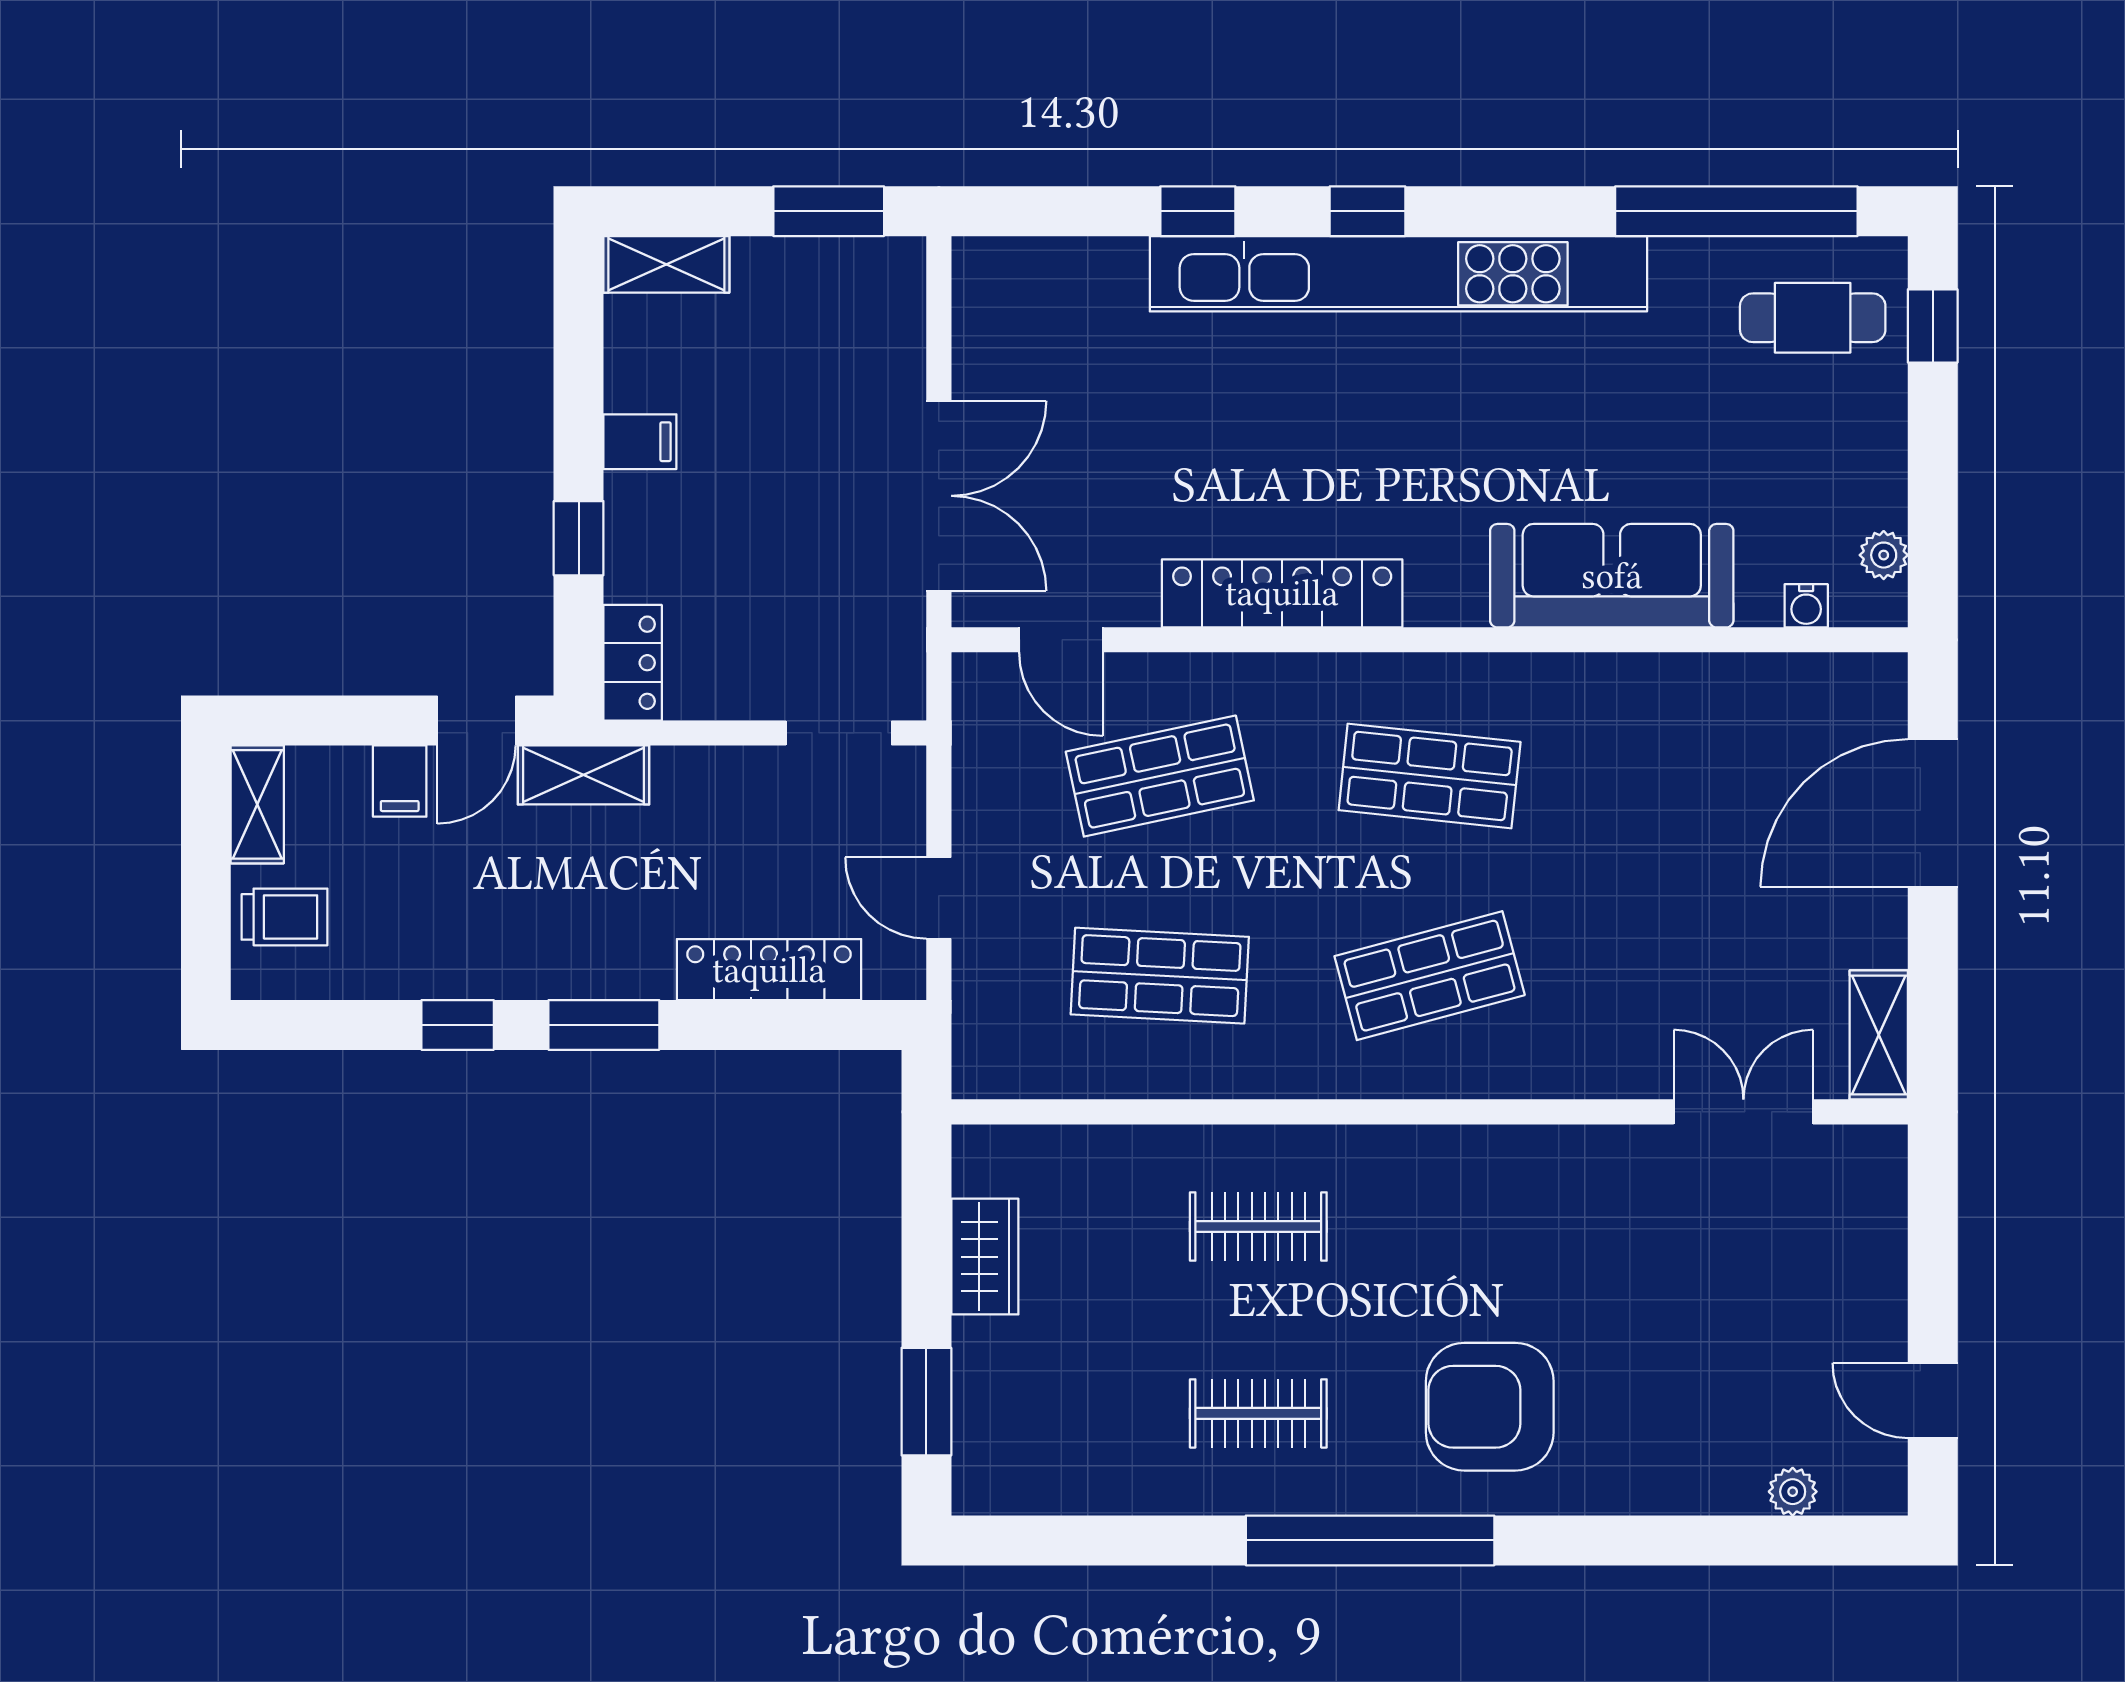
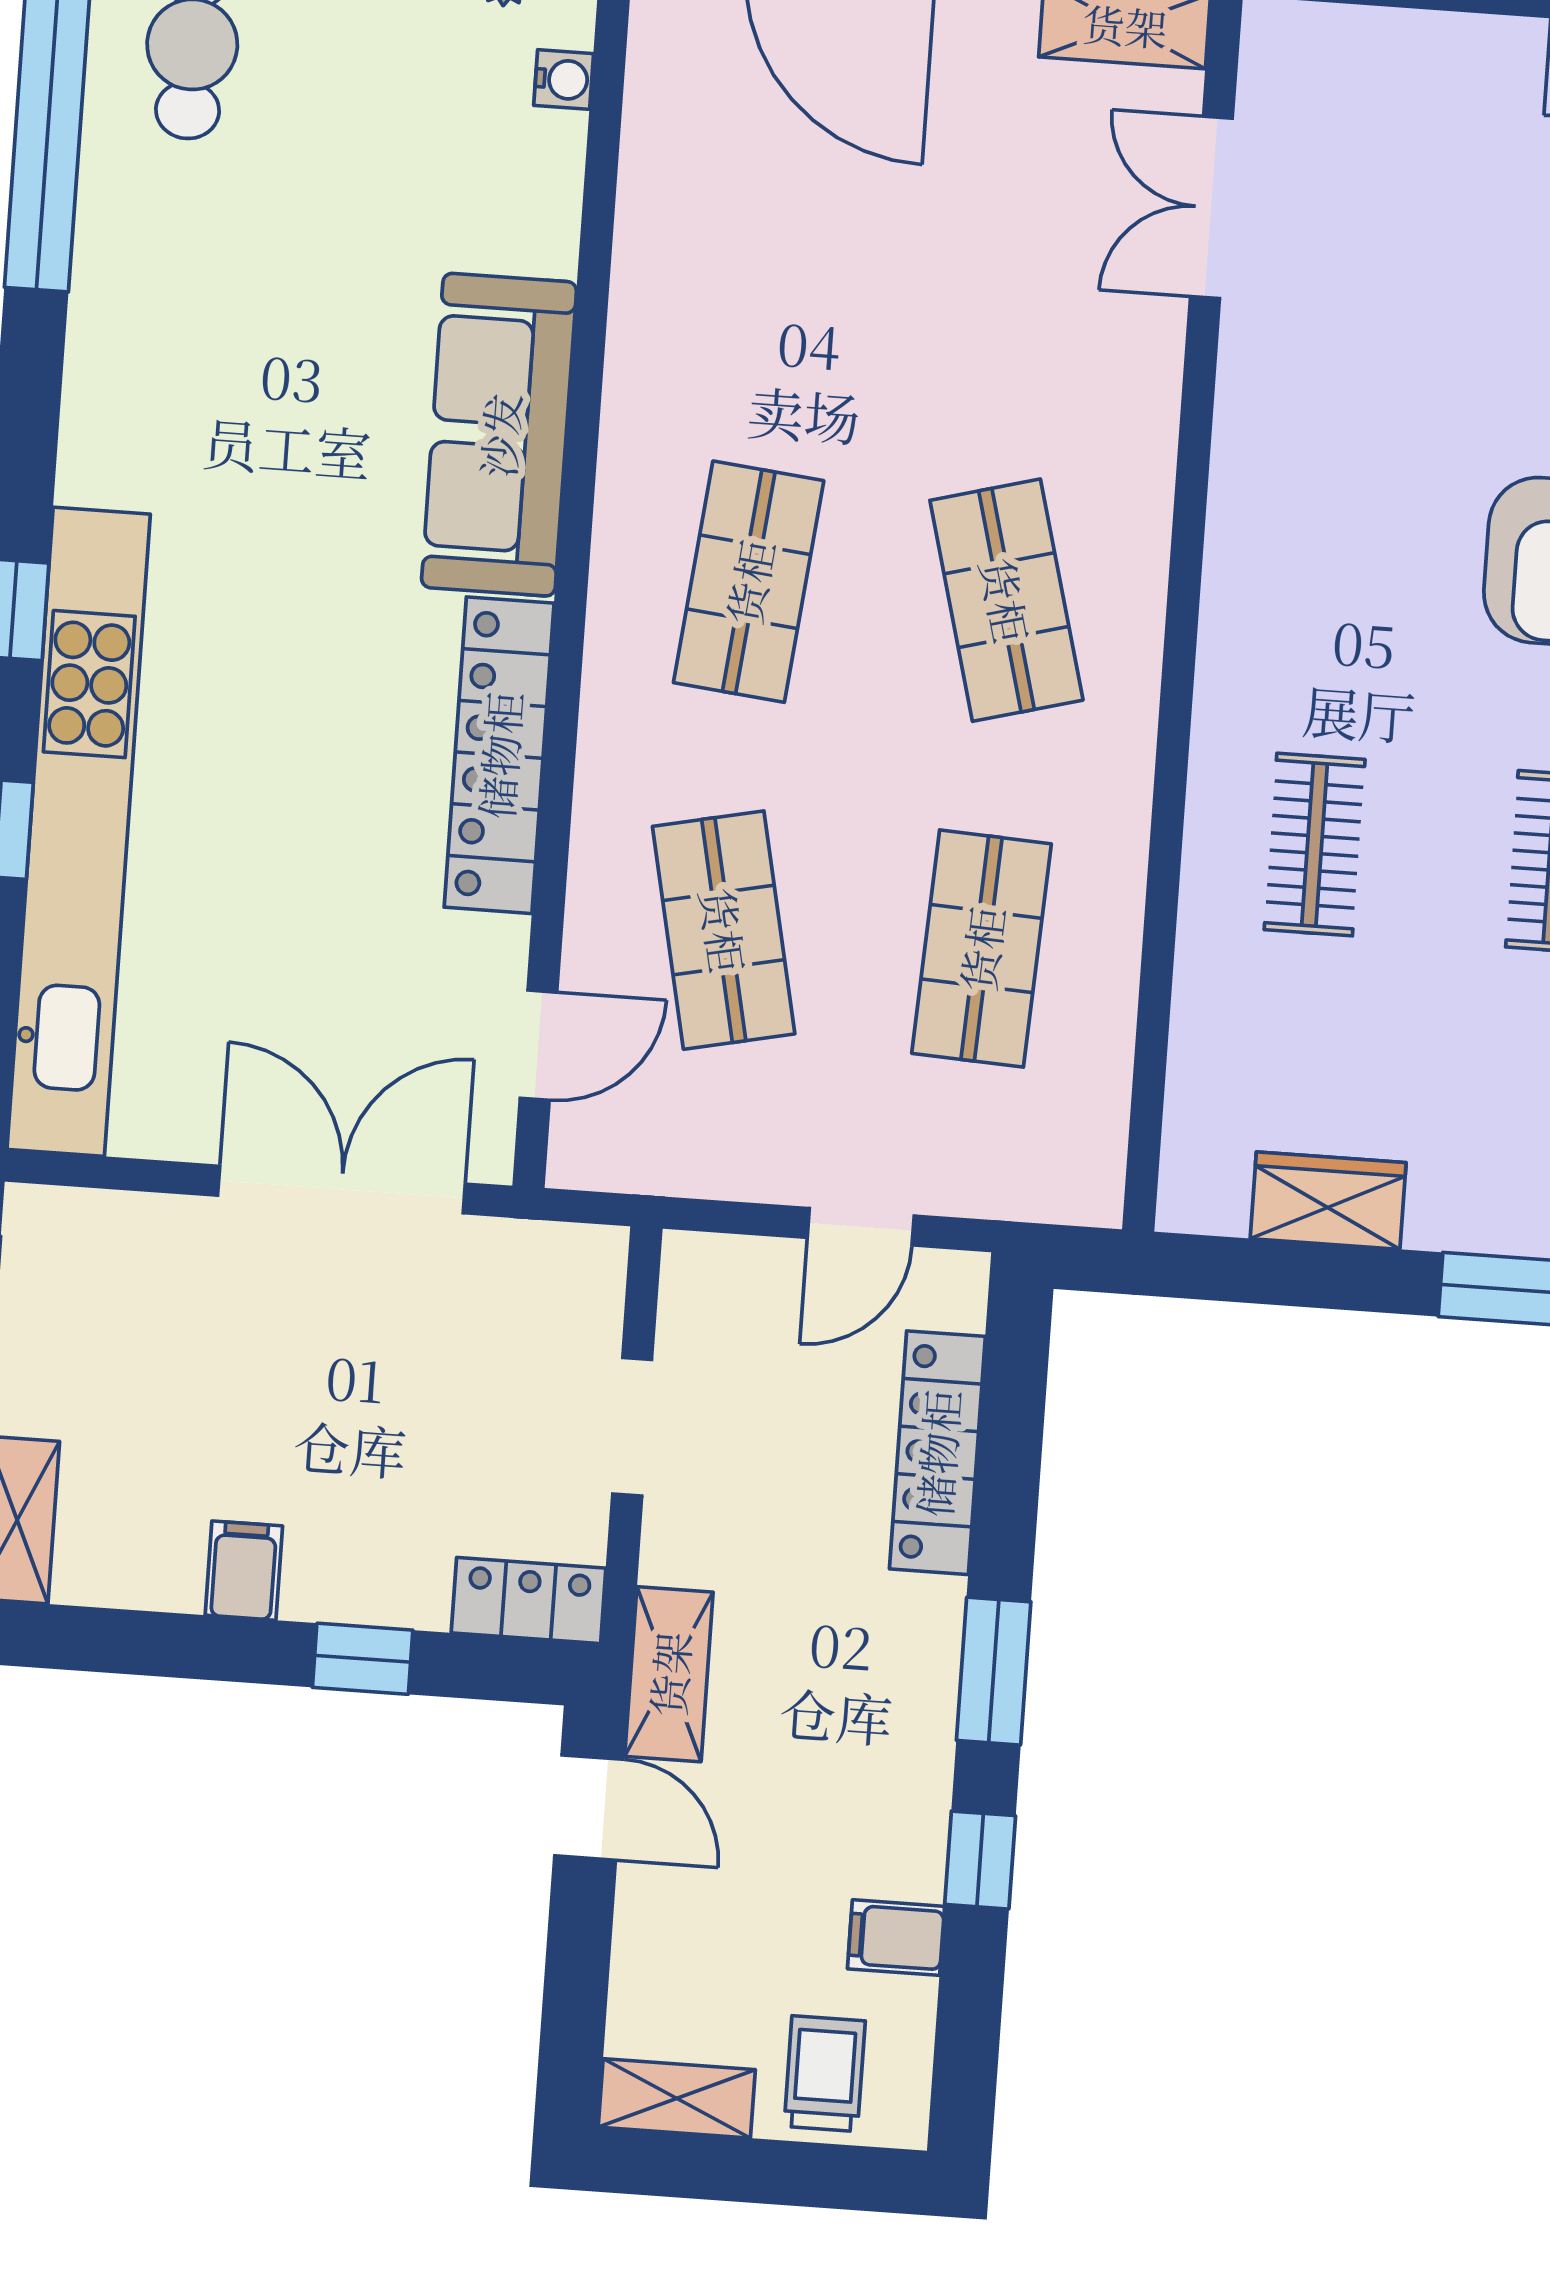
kitchen unit: (1398, 274) -> (79, 832), moved
sofa: (1612, 576) -> (499, 435), moved
doorway: (839, 733) -> (632, 1427), moved
filing cabinet: (400, 781) -> (896, 1938), moved, turned 180

